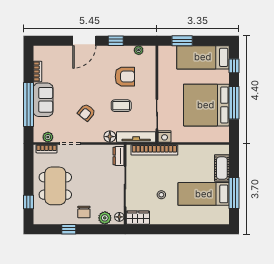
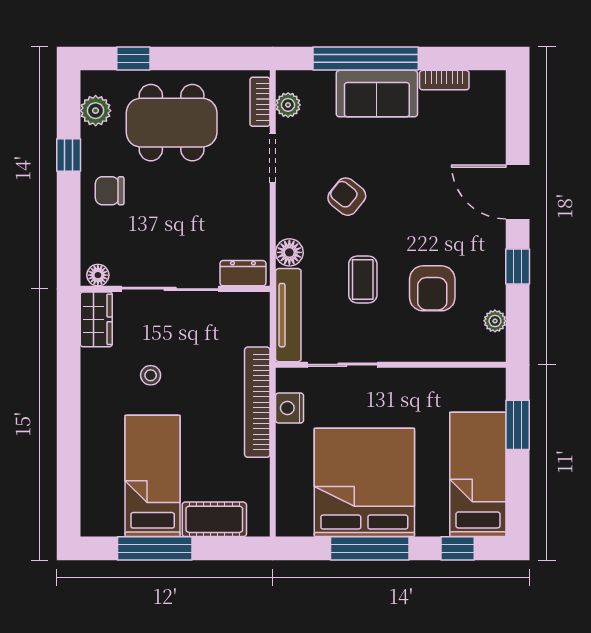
nightstand: (165, 136) -> (290, 408), moved
bookcase: (154, 150) -> (257, 402), moved
plant: (105, 218) -> (96, 111), moved

